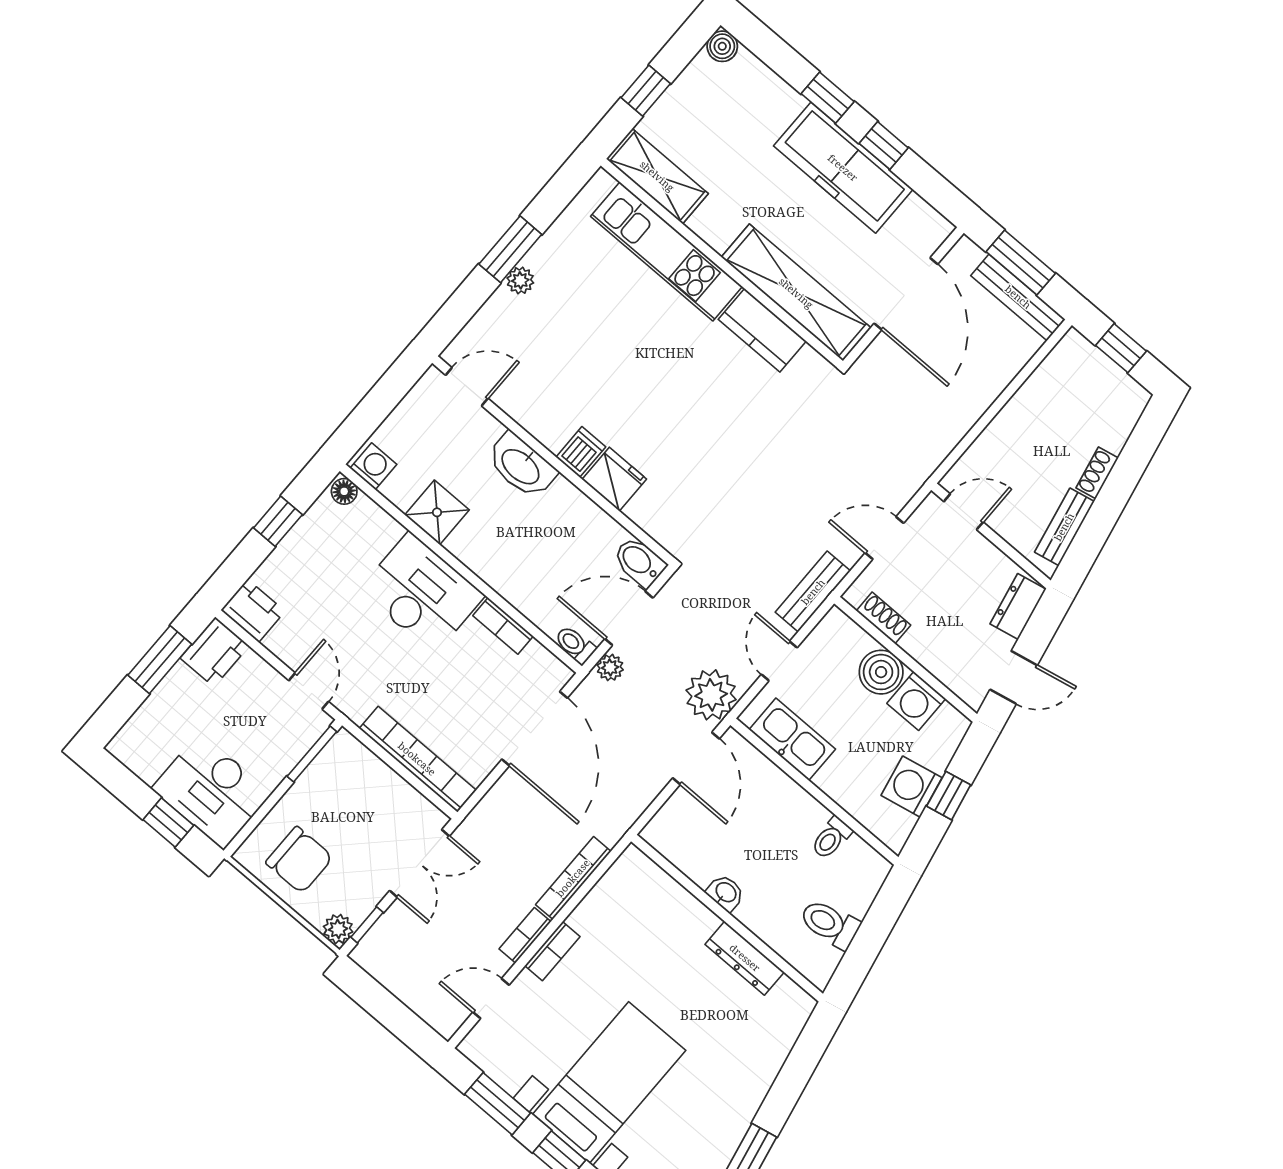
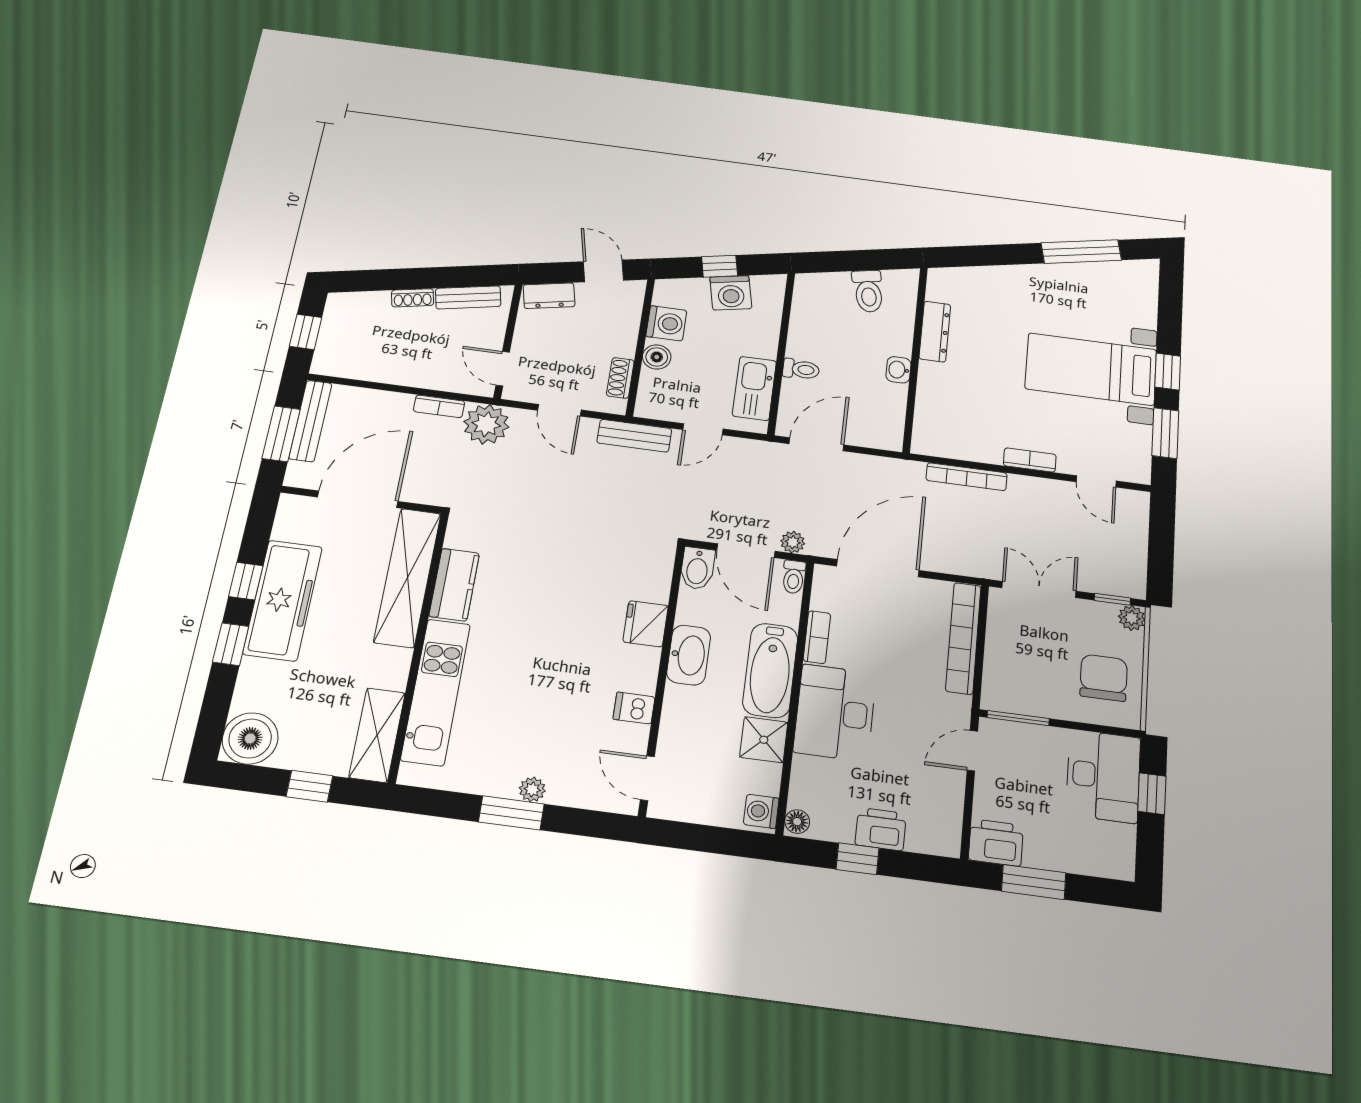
boiler: (722, 46) -> (250, 738), width x1.86, depth x1.86
dishwasher: (581, 452) -> (634, 708), moved
washbasin: (521, 466) -> (689, 655), moved
bathtub: (498, 562) -> (770, 670), added
printer: (253, 611) -> (881, 829), moved, turned 90
boiler: (881, 672) -> (657, 357), width x0.73, depth x0.73
plant: (711, 695) -> (486, 424), moved
toilet: (831, 838) -> (801, 369), moved
bookcase: (525, 935) -> (439, 406), moved

